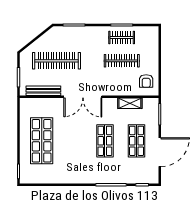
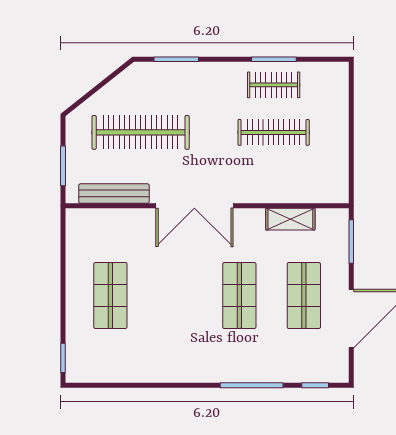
armchair: (146, 81) -> (323, 173), removed
shop shelf: (42, 141) -> (110, 296), width x0.70, depth x0.74

